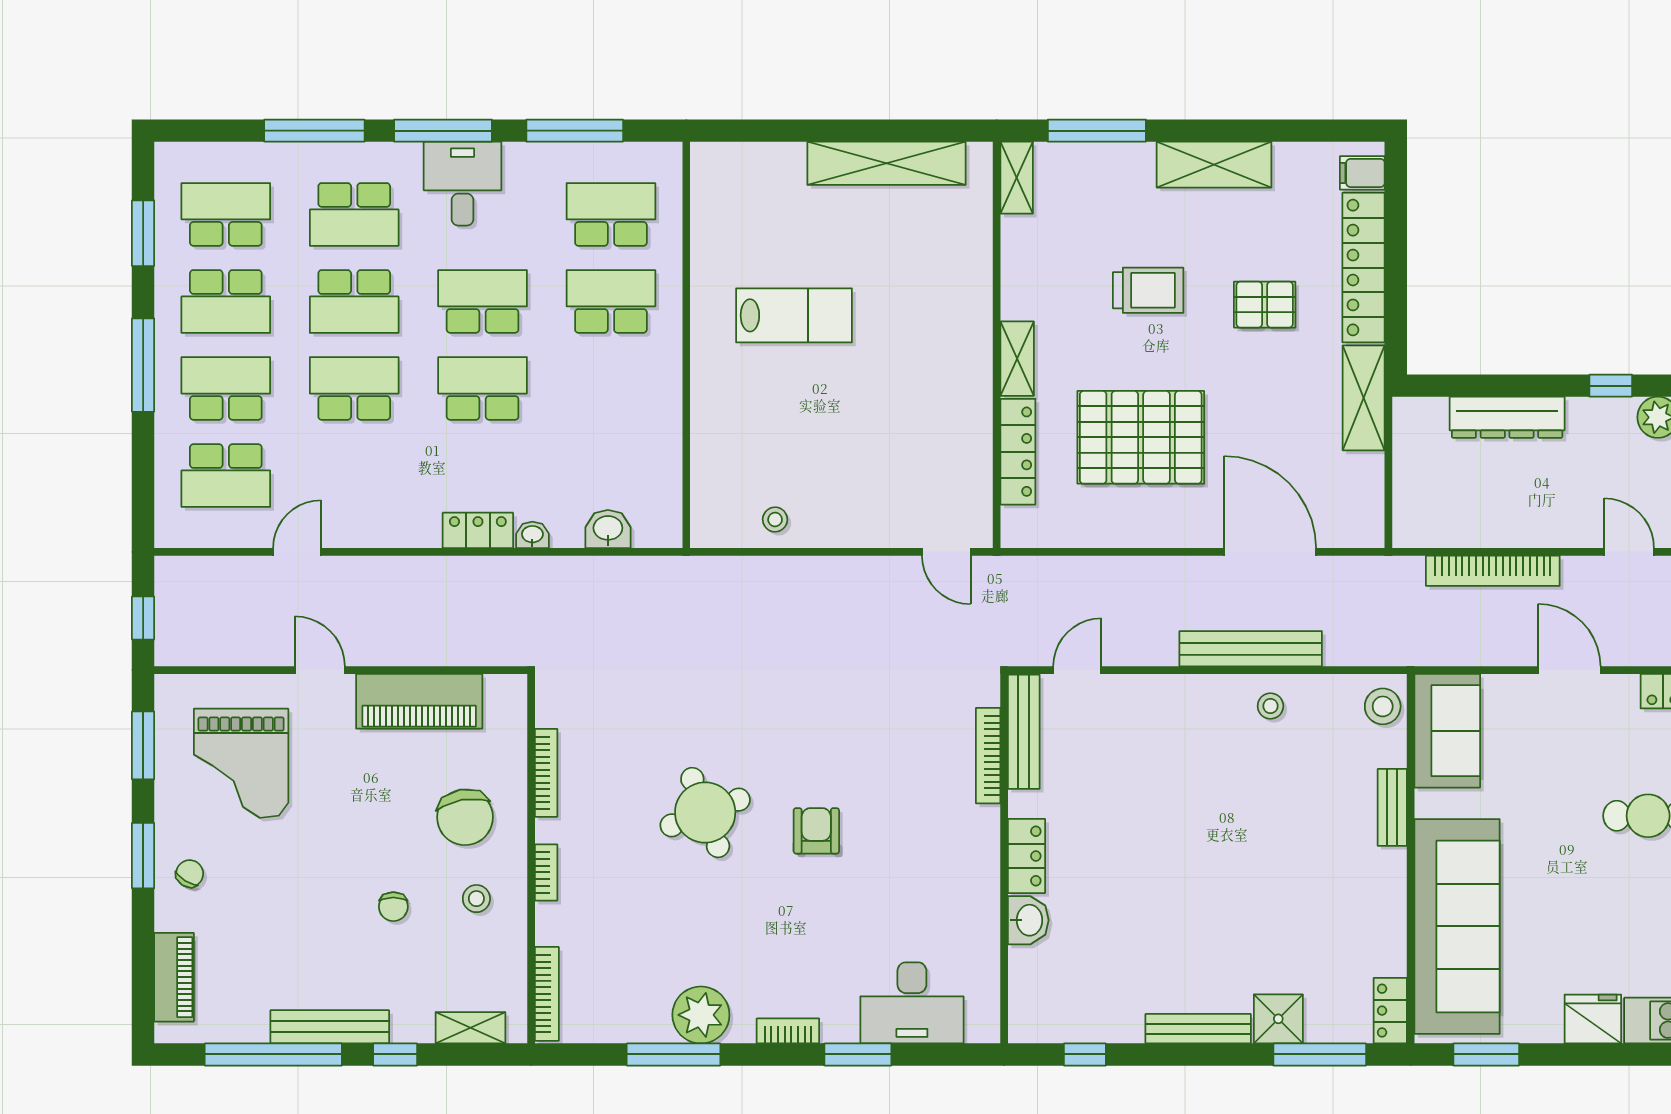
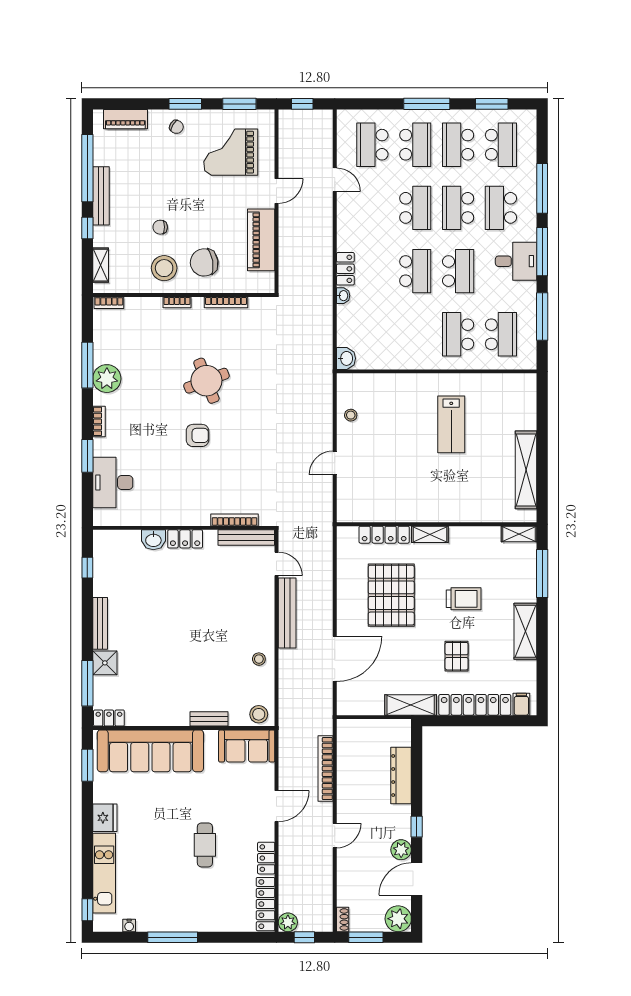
trolley: (1148, 290) -> (464, 599), turned -90
school desk: (611, 301) -> (458, 334), turned 180
washbasin: (608, 529) -> (346, 358), moved
door: (946, 552) -> (335, 463), moved
bench: (1251, 649) -> (287, 613), moved
stool: (476, 899) -> (164, 268), width x1.89, depth x1.89
bookcase: (547, 994) -> (109, 303), width x0.64

